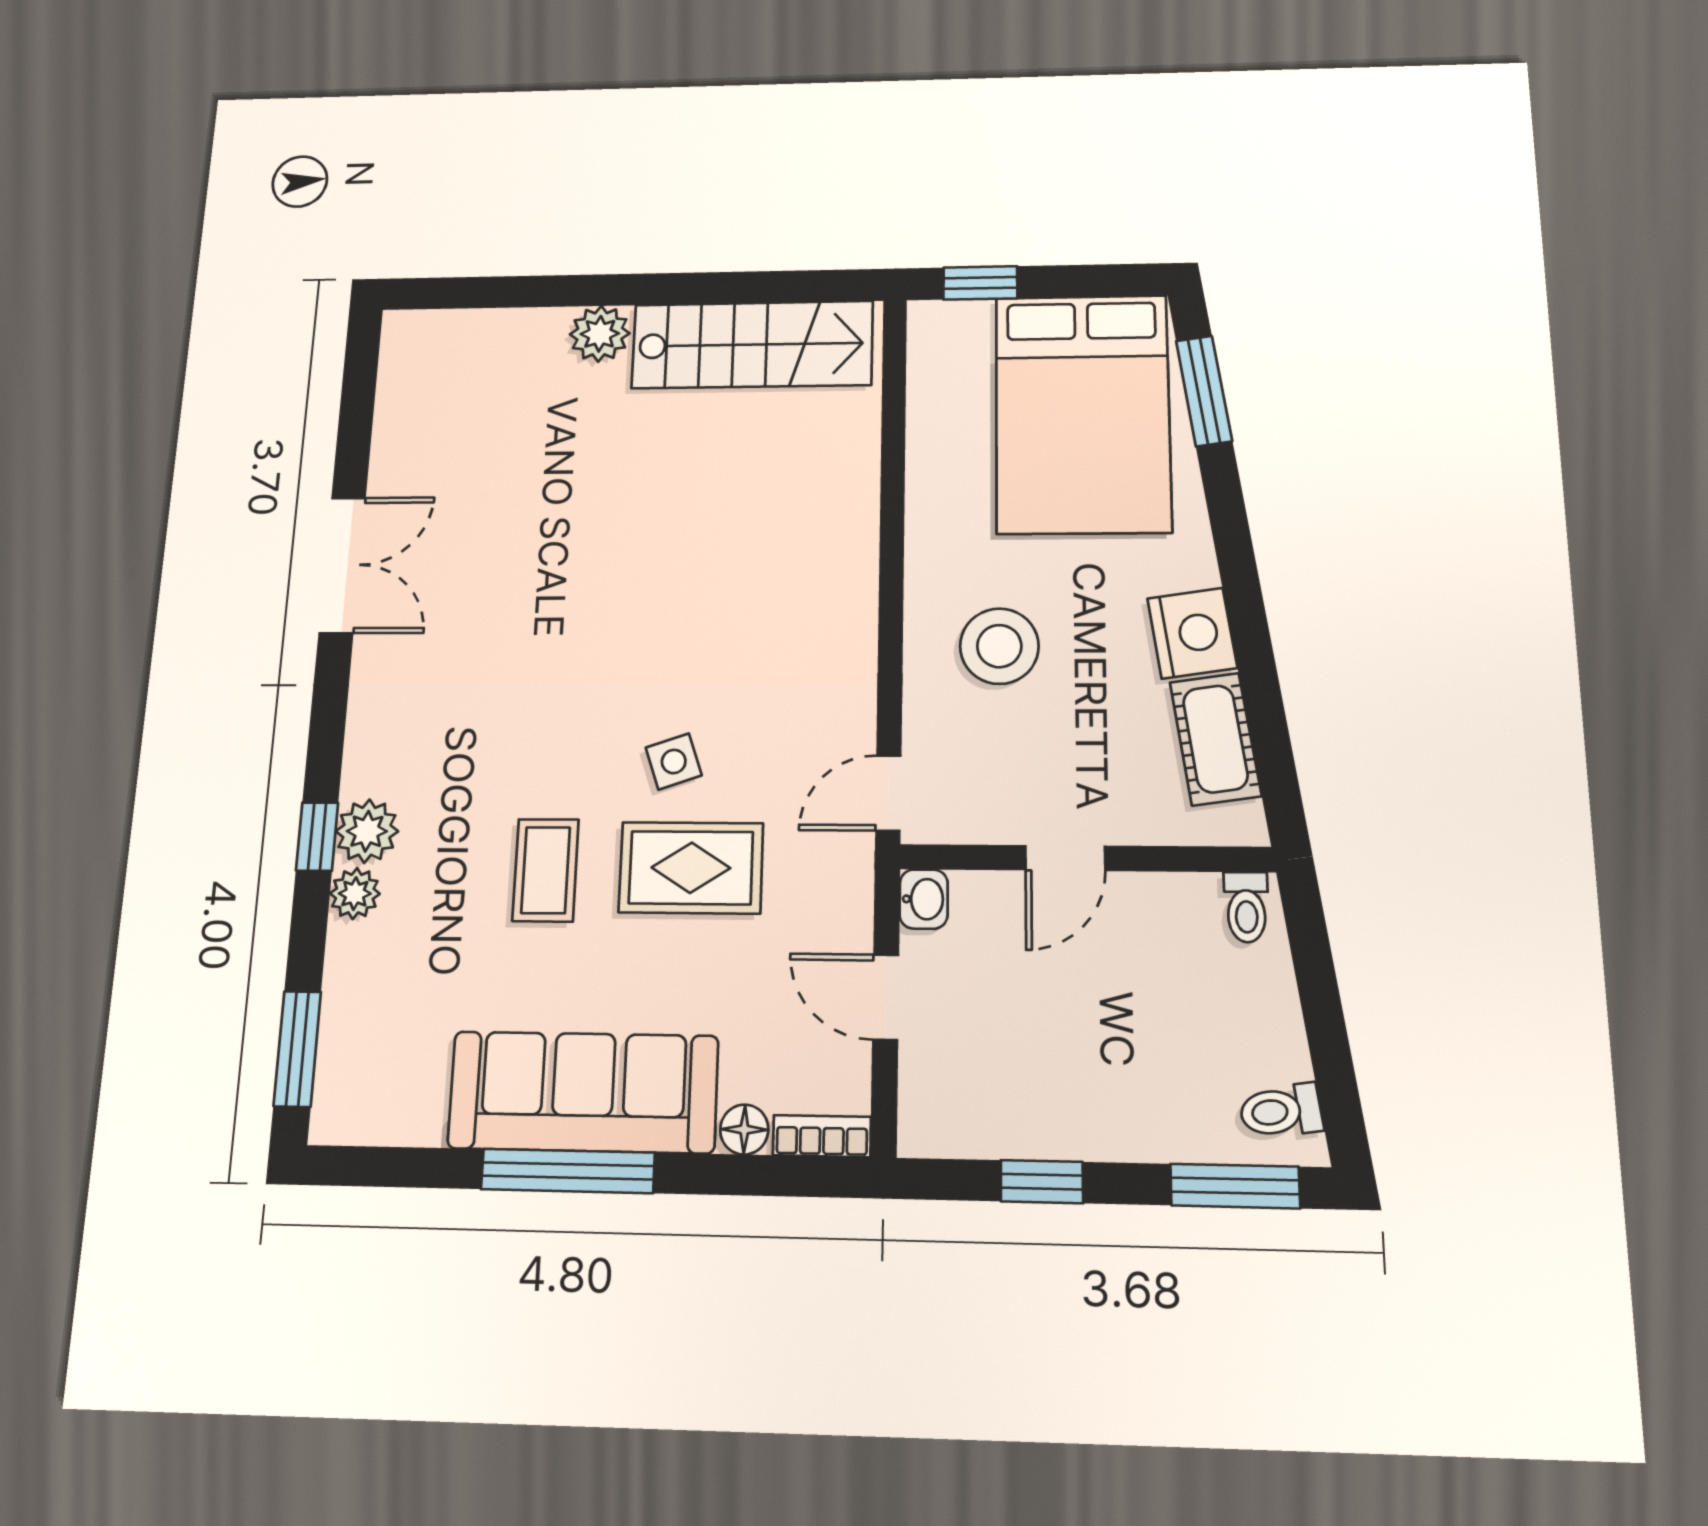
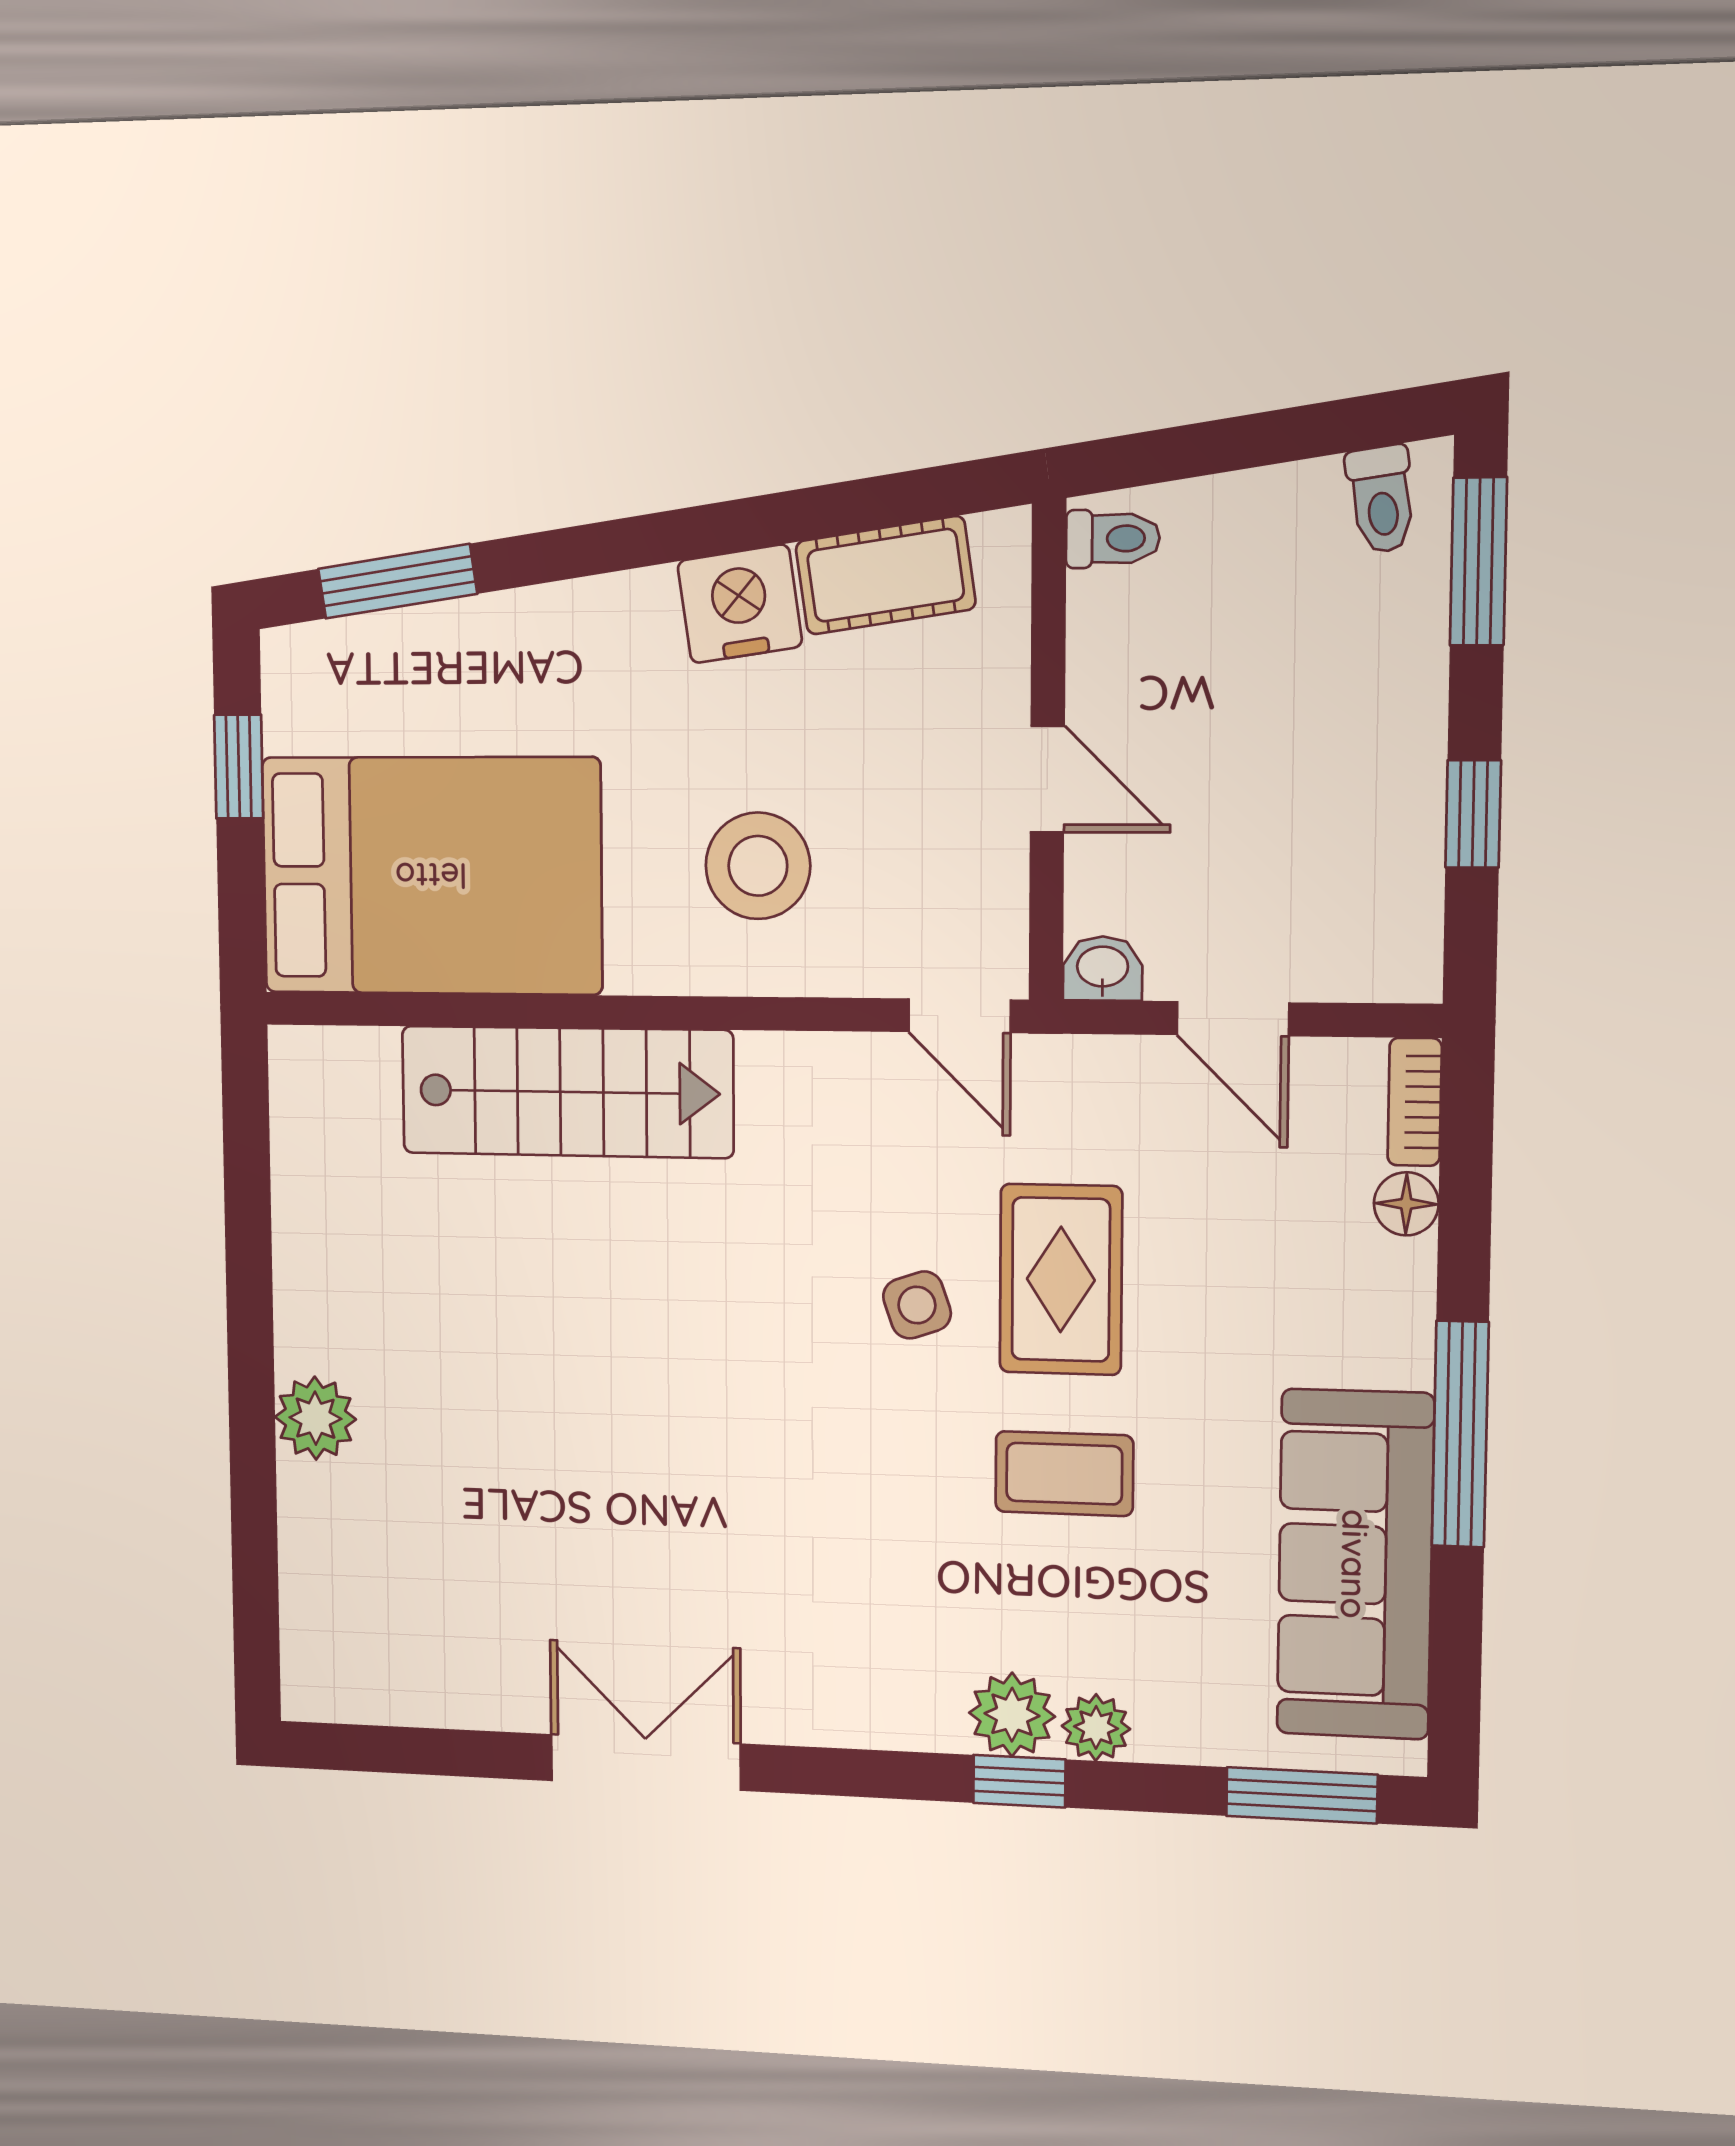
window: (980, 283) -> (239, 767), moved
stairs: (752, 345) -> (567, 1092), moved, turned 90
bed: (1082, 413) -> (431, 876), moved
door: (886, 997) -> (1233, 1019), hinge flipped
sofa: (583, 1092) -> (1355, 1564), moved

